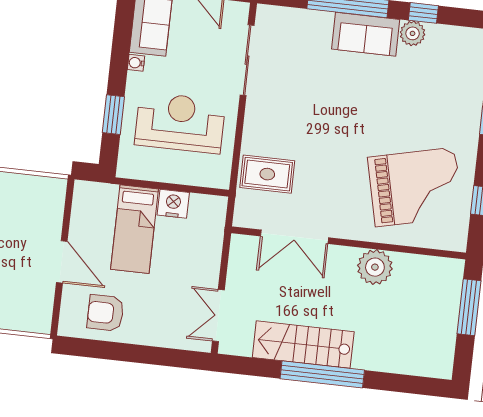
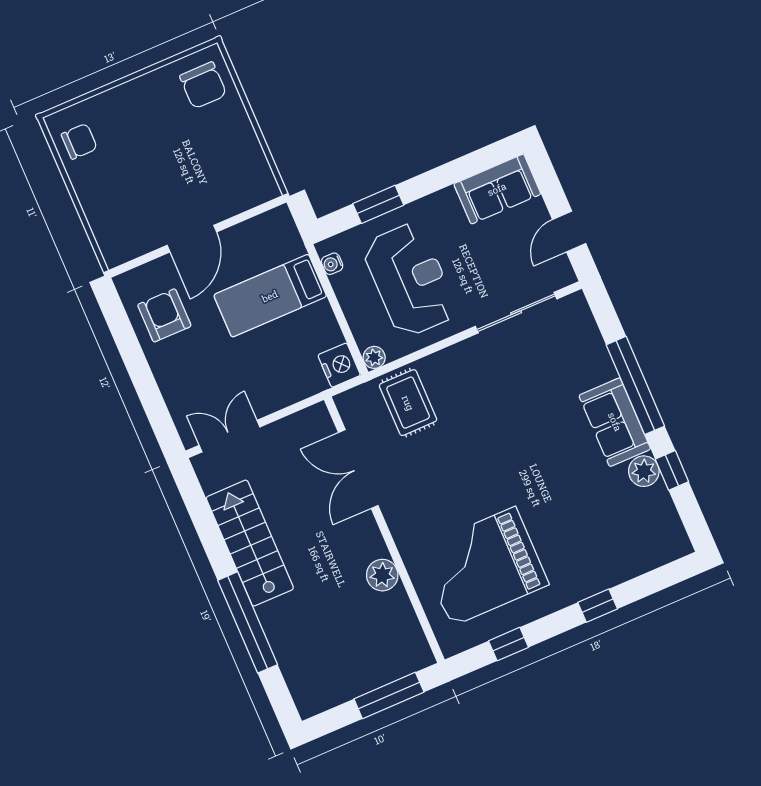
water cooler: (136, 63) -> (332, 264), moved, turned -90
plant: (221, 180) -> (374, 357), added
grand piano: (415, 187) -> (483, 566), turned 103
nightstand: (173, 204) -> (339, 365), moved
plant: (375, 267) -> (382, 575), width x0.73, depth x0.73
window: (322, 374) -> (248, 622), moved

